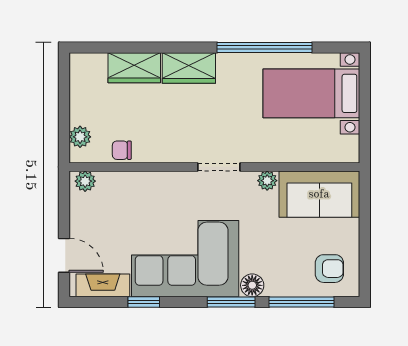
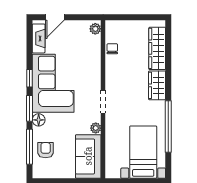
wardrobe: (134, 68) -> (157, 48), width x1.50
plant: (80, 137) -> (120, 26), removed
armchair: (329, 269) -> (46, 150), moved, turned 180
window: (144, 302) -> (30, 78), moved

